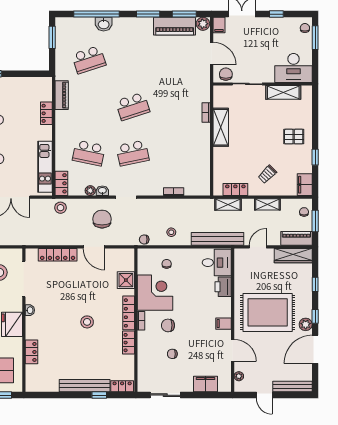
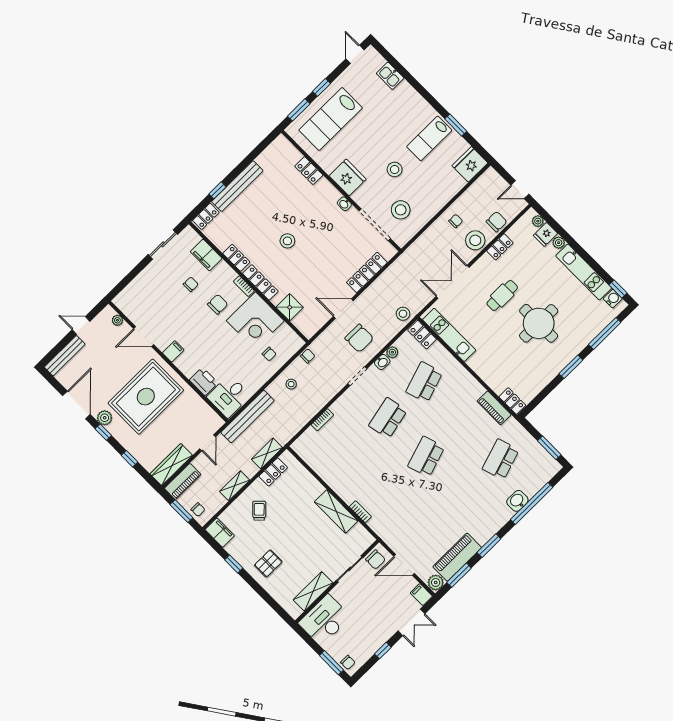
locker: (46, 113) -> (512, 401), moved
school desk: (89, 153) -> (424, 382), turned -30
filing cabinet: (205, 384) -> (206, 255), moved, turned 90

